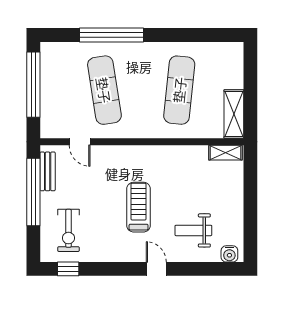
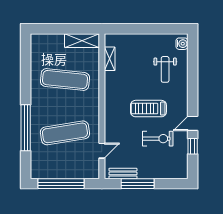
shelving: (225, 153) -> (110, 59), moved
window: (33, 192) -> (138, 184), width x0.68
exercise bike: (68, 230) -> (158, 139), moved
window: (68, 269) -> (193, 146), moved
door: (156, 269) -> (193, 123), moved

